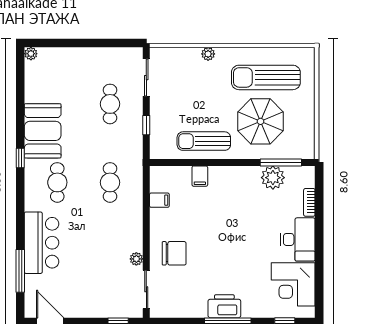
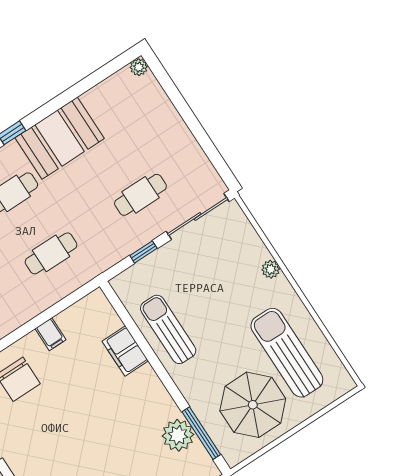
sliding door: (146, 78) -> (198, 216), width x1.37
parasol: (261, 121) -> (253, 405), moved
filing cabinet: (200, 176) -> (125, 351), width x2.00
filing cabinet: (159, 200) -> (50, 334), moved

